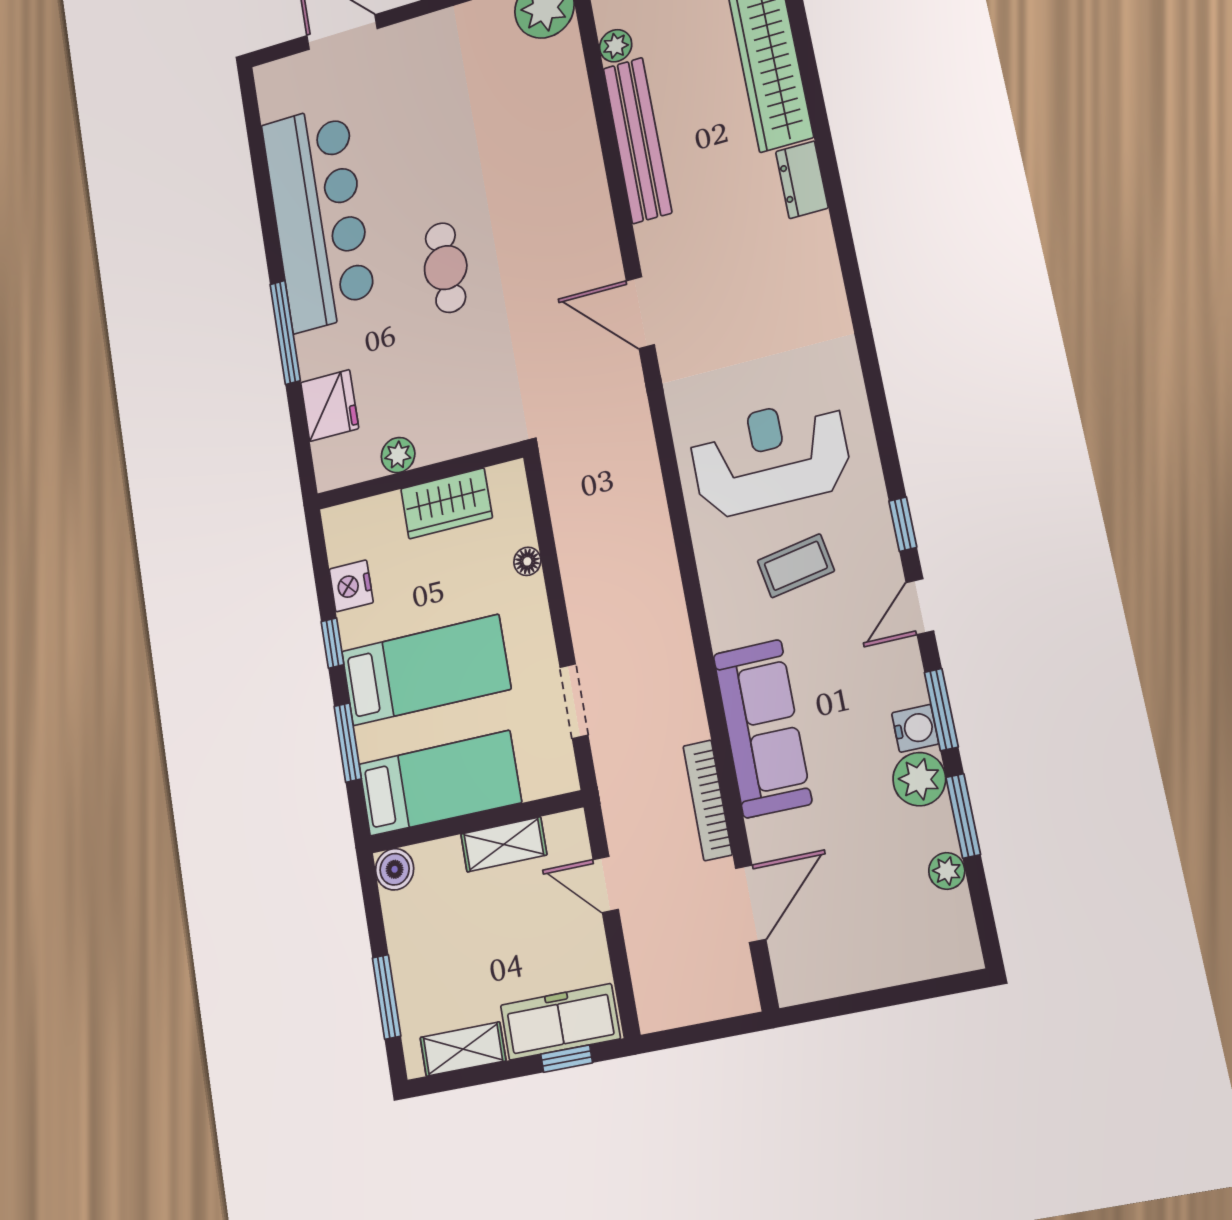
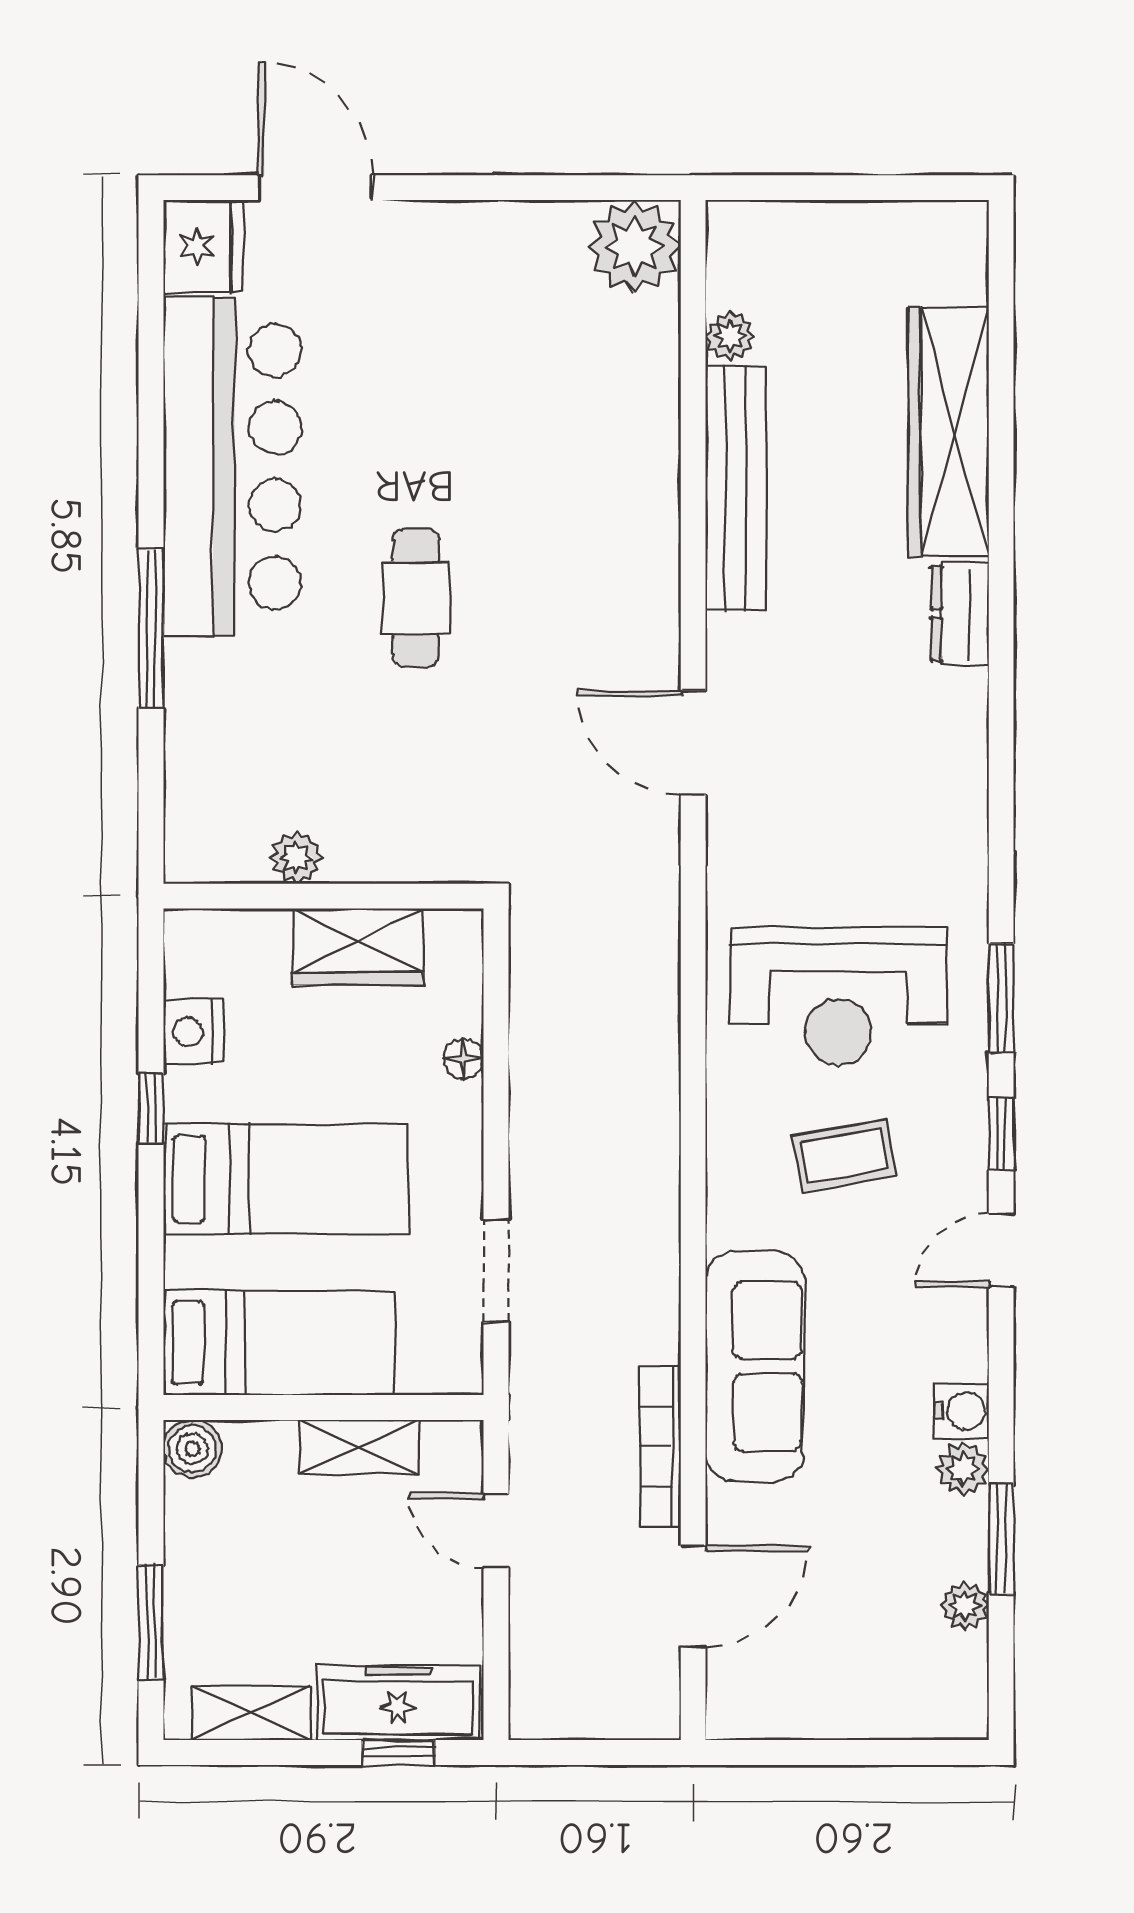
fridge: (330, 405) -> (203, 246), moved
reception desk: (770, 457) -> (838, 996), turned 180
window: (941, 710) -> (1001, 998), moved
window: (348, 742) -> (151, 1256), removed
plant: (919, 779) -> (963, 1469), width x0.73, depth x0.73

